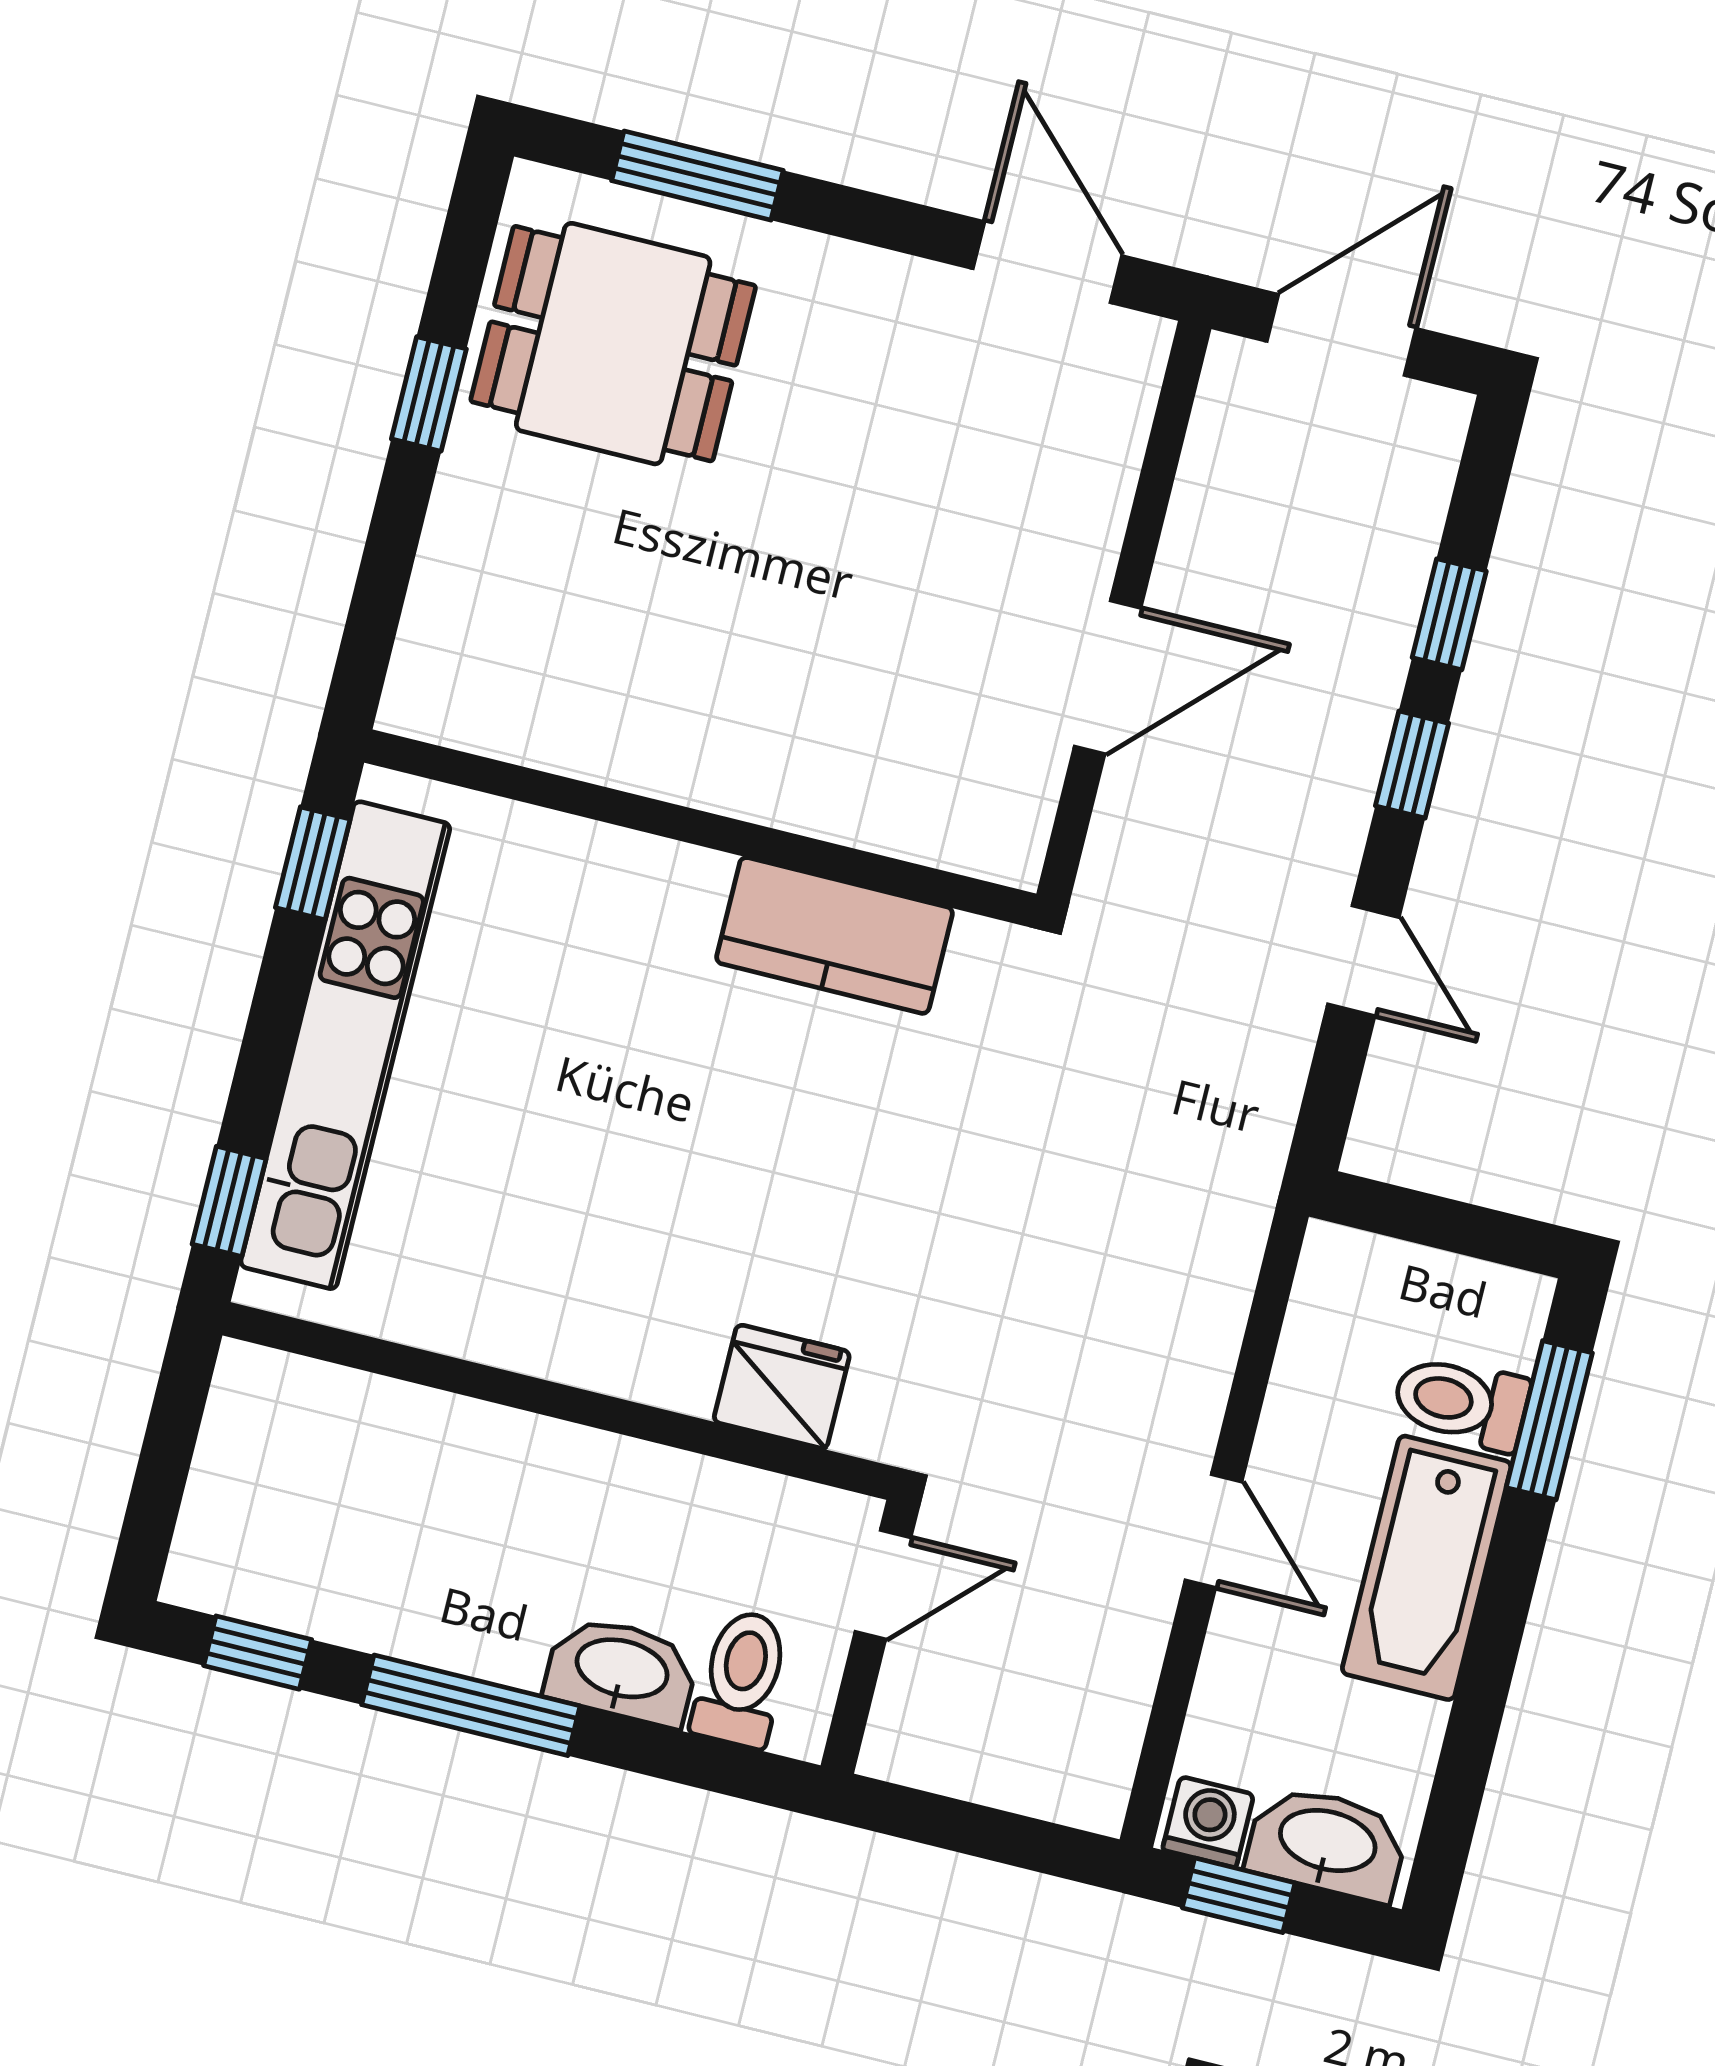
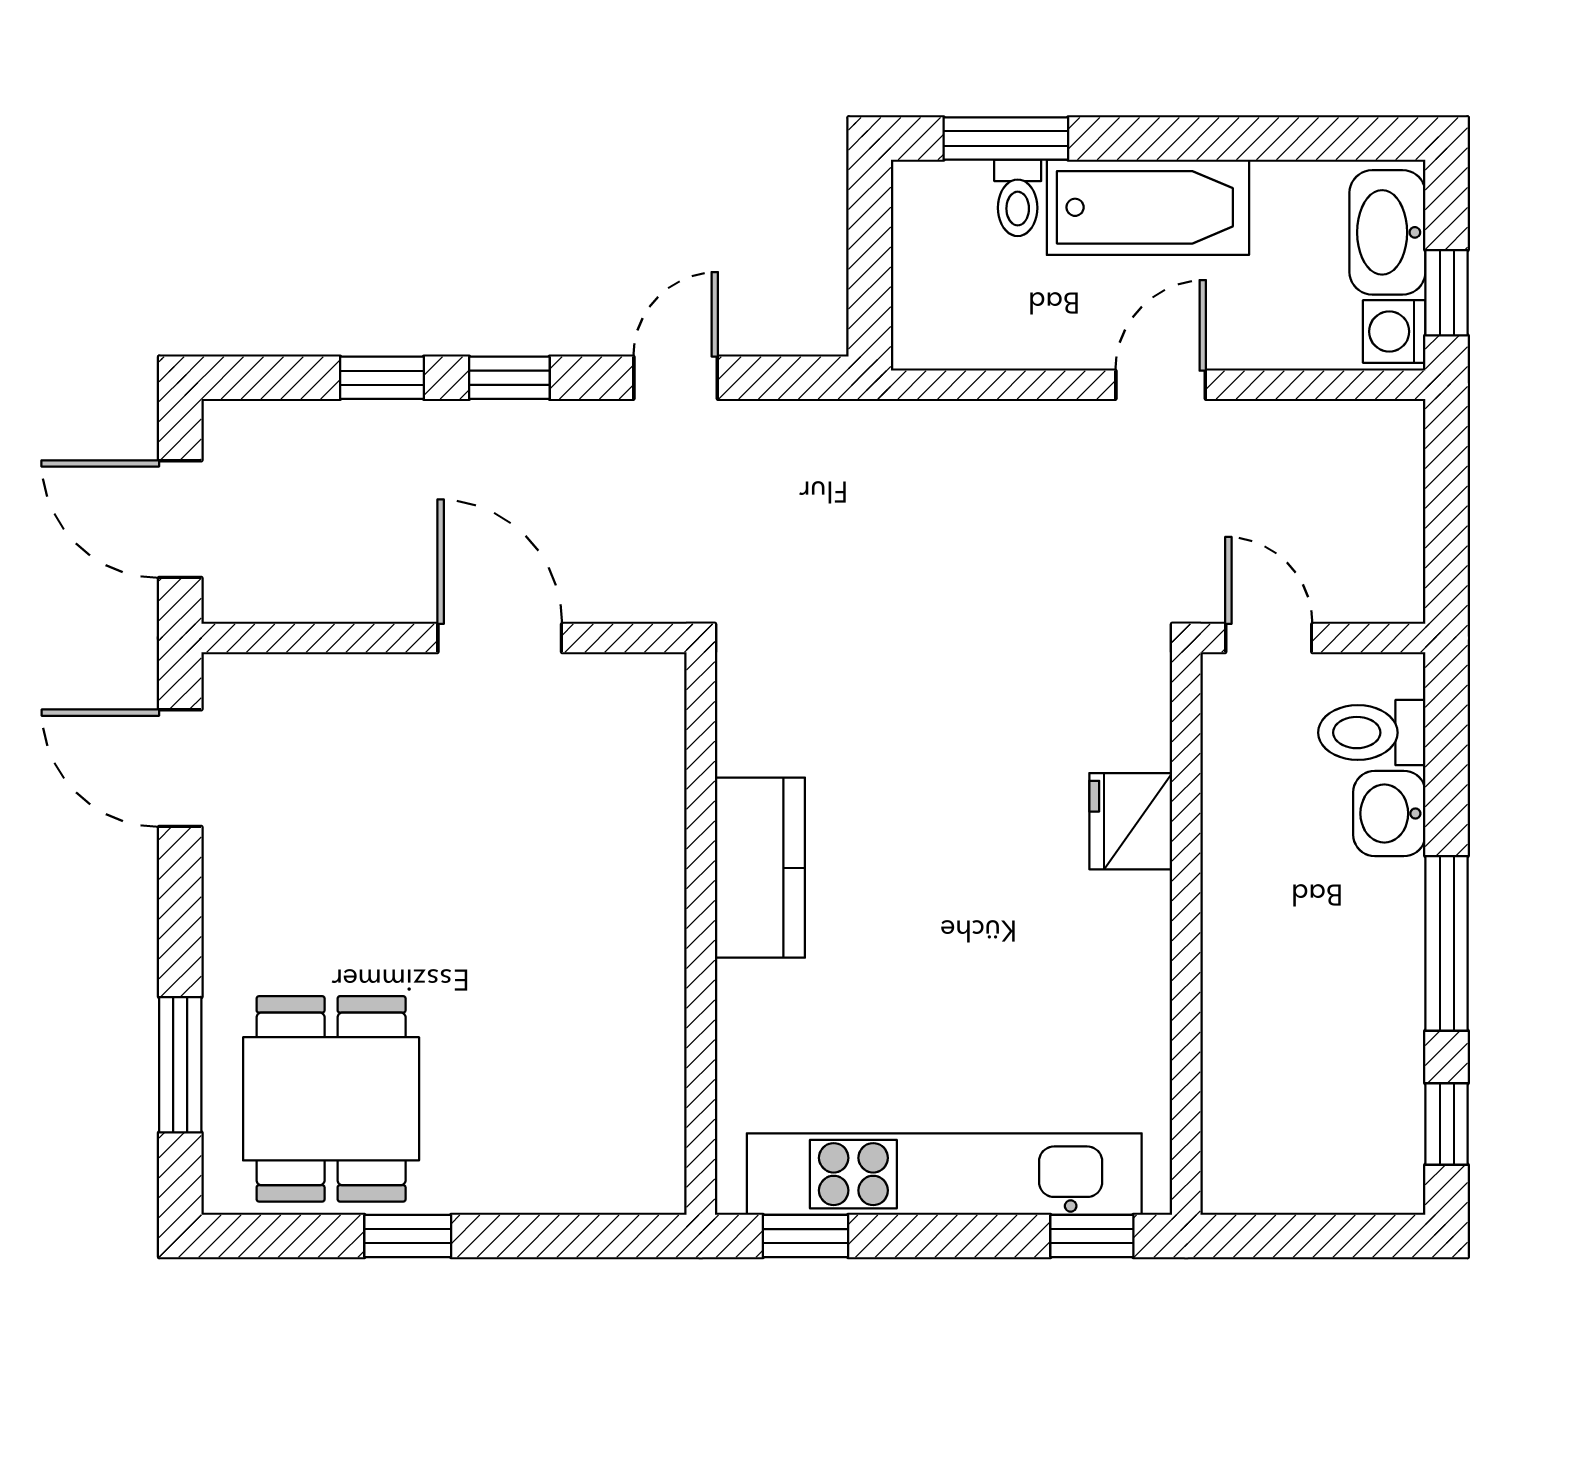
door: (1047, 262) -> (180, 768), hinge flipped
kitchen counter: (834, 935) -> (760, 868), moved
fridge: (782, 1387) -> (1131, 821), moved
toilet: (1461, 1402) -> (1018, 198), width x0.73, depth x0.72
washbasin: (621, 1671) -> (1389, 813), width x0.72

